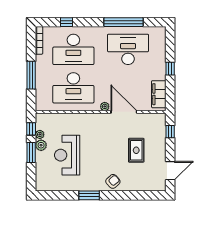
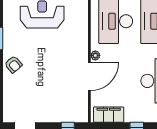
rug: (136, 150) -> (47, 90), removed

